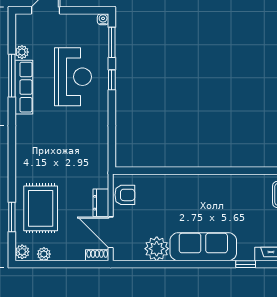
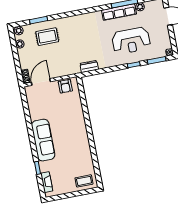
dresser: (101, 203) -> (89, 66), moved
rug: (41, 208) -> (47, 37), width x0.73, depth x0.70
plant: (157, 249) -> (36, 112), removed

